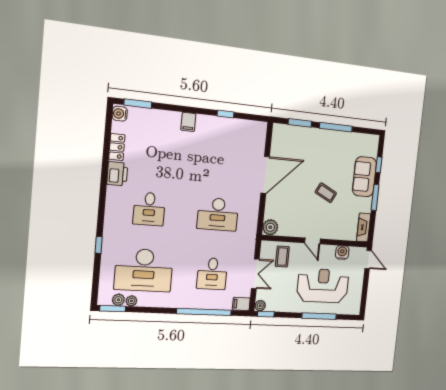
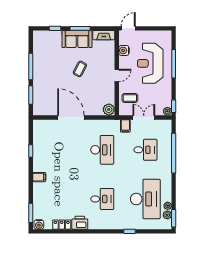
sofa: (364, 177) -> (77, 39), moved
filing cabinet: (241, 304) -> (125, 126), moved

